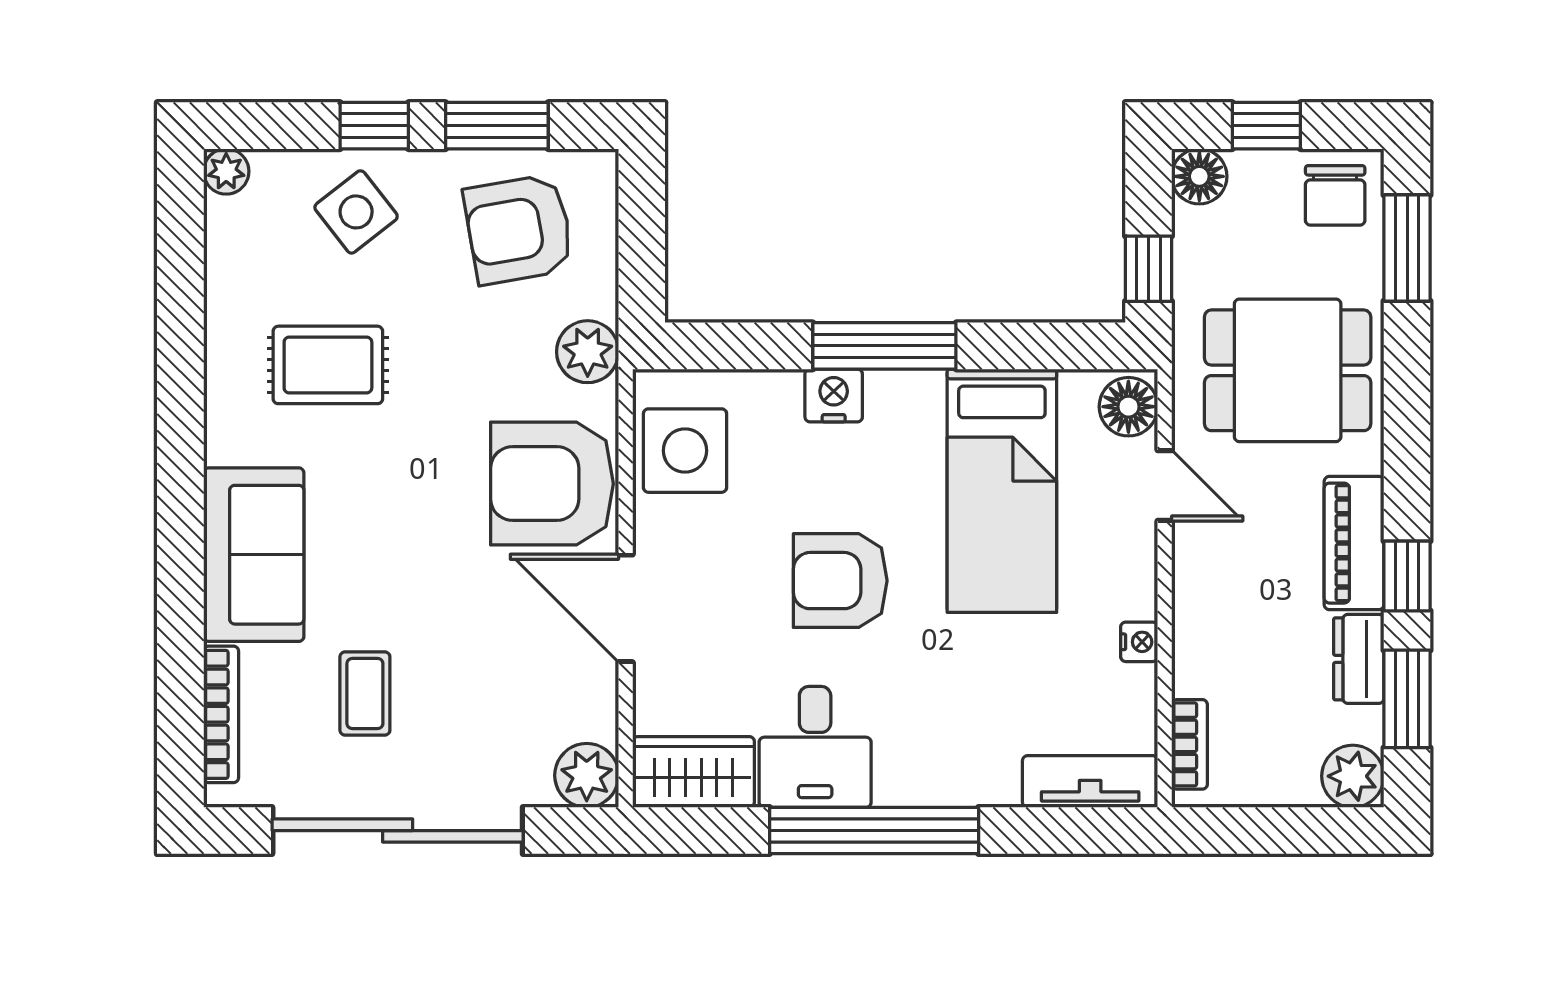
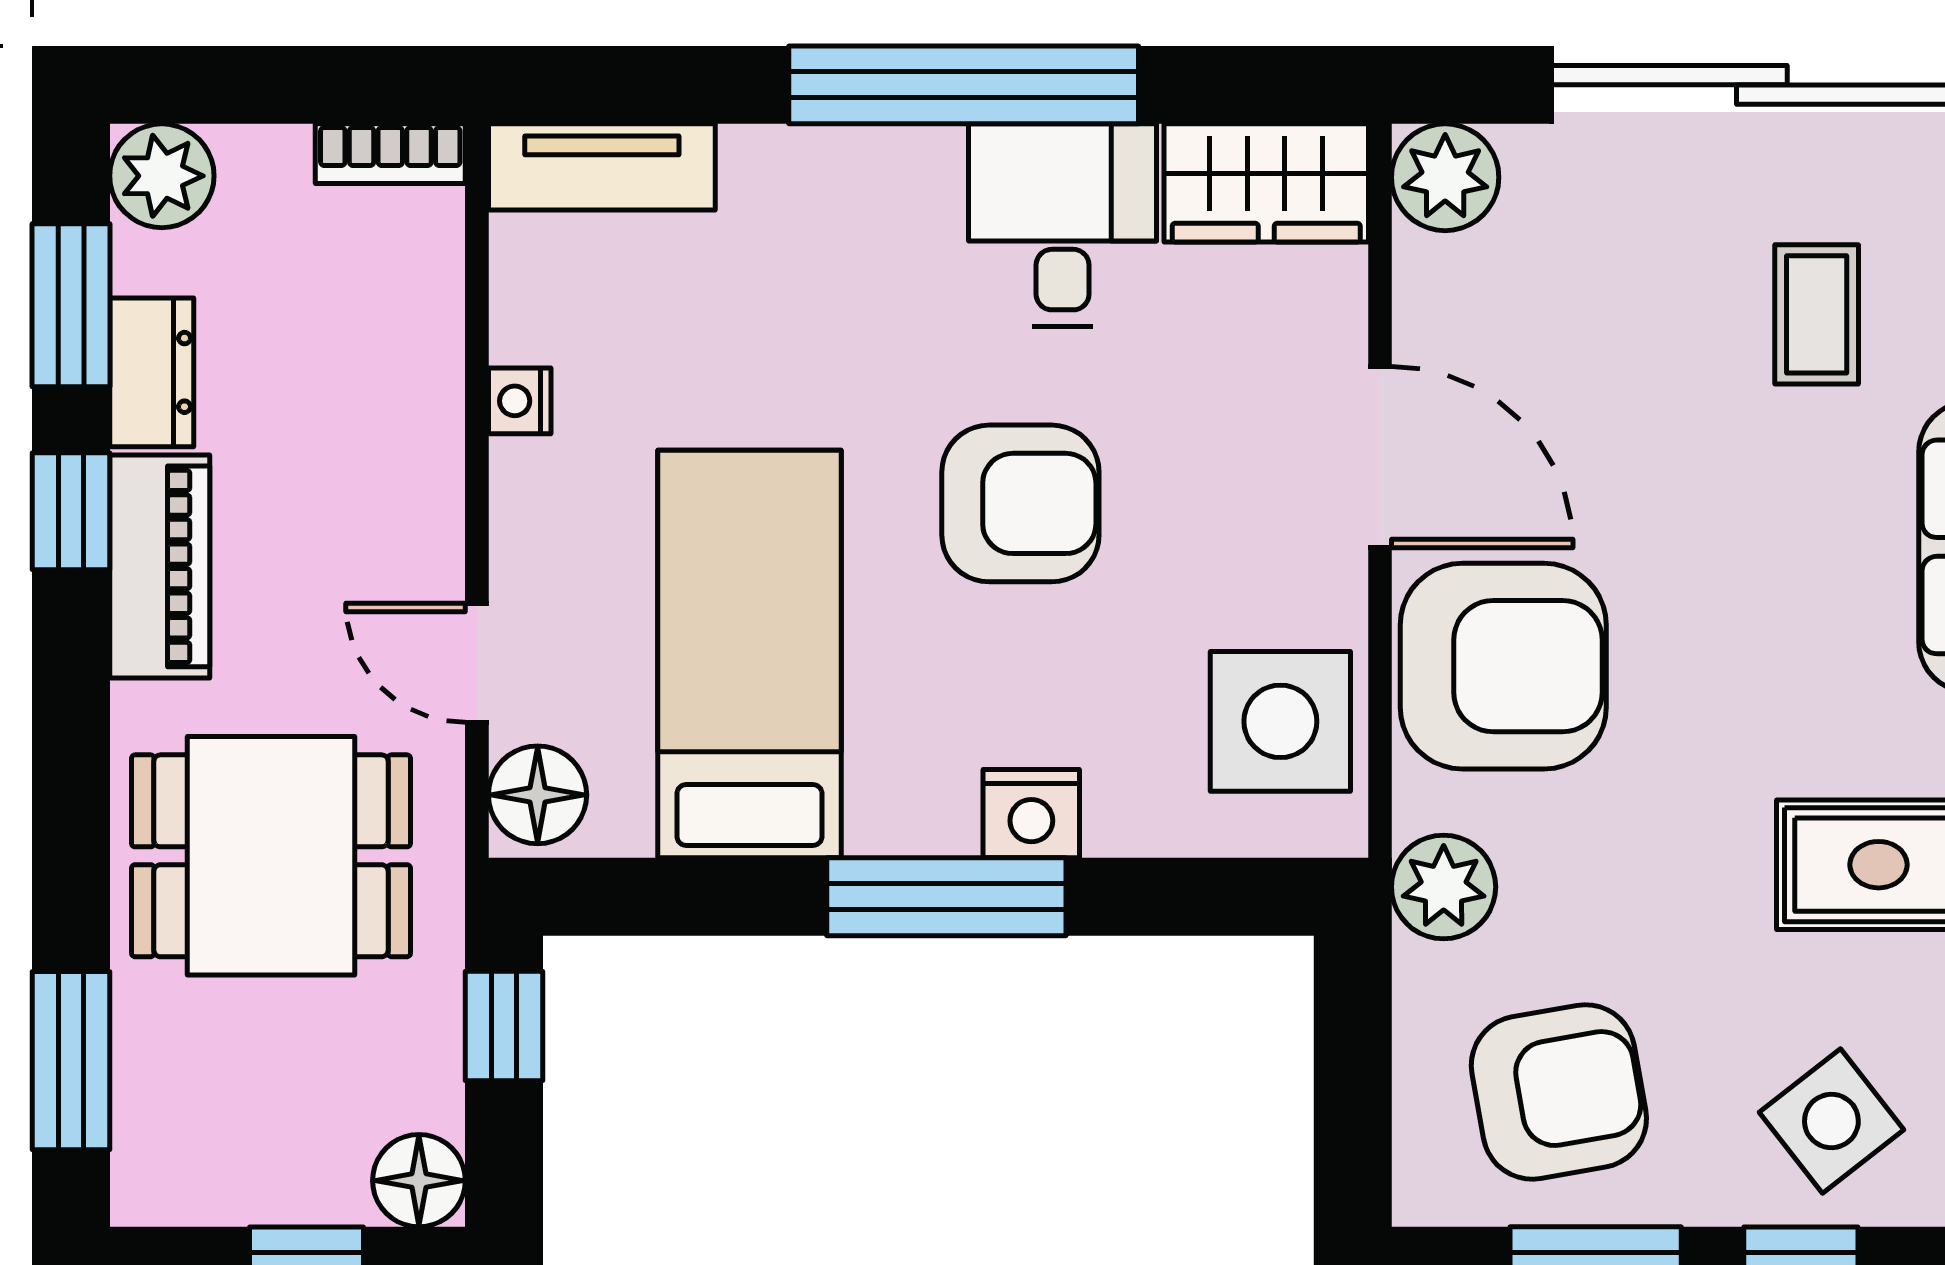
chair: (1335, 195) -> (191, 1149), removed
bookcase: (1190, 744) -> (390, 154), moved, turned -90

